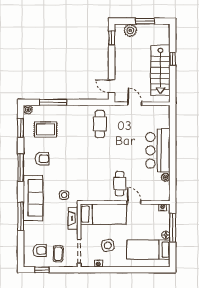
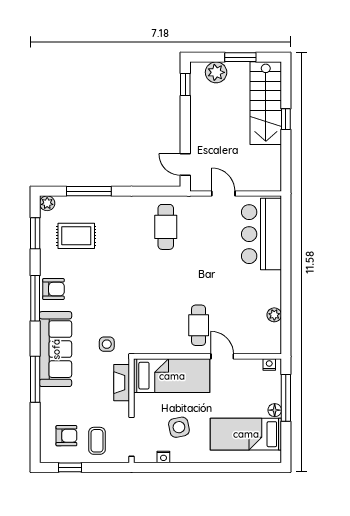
stairs: (160, 70) -> (266, 103), moved
bar counter: (158, 150) -> (261, 234), moved
armchair: (42, 159) -> (53, 289), moved

